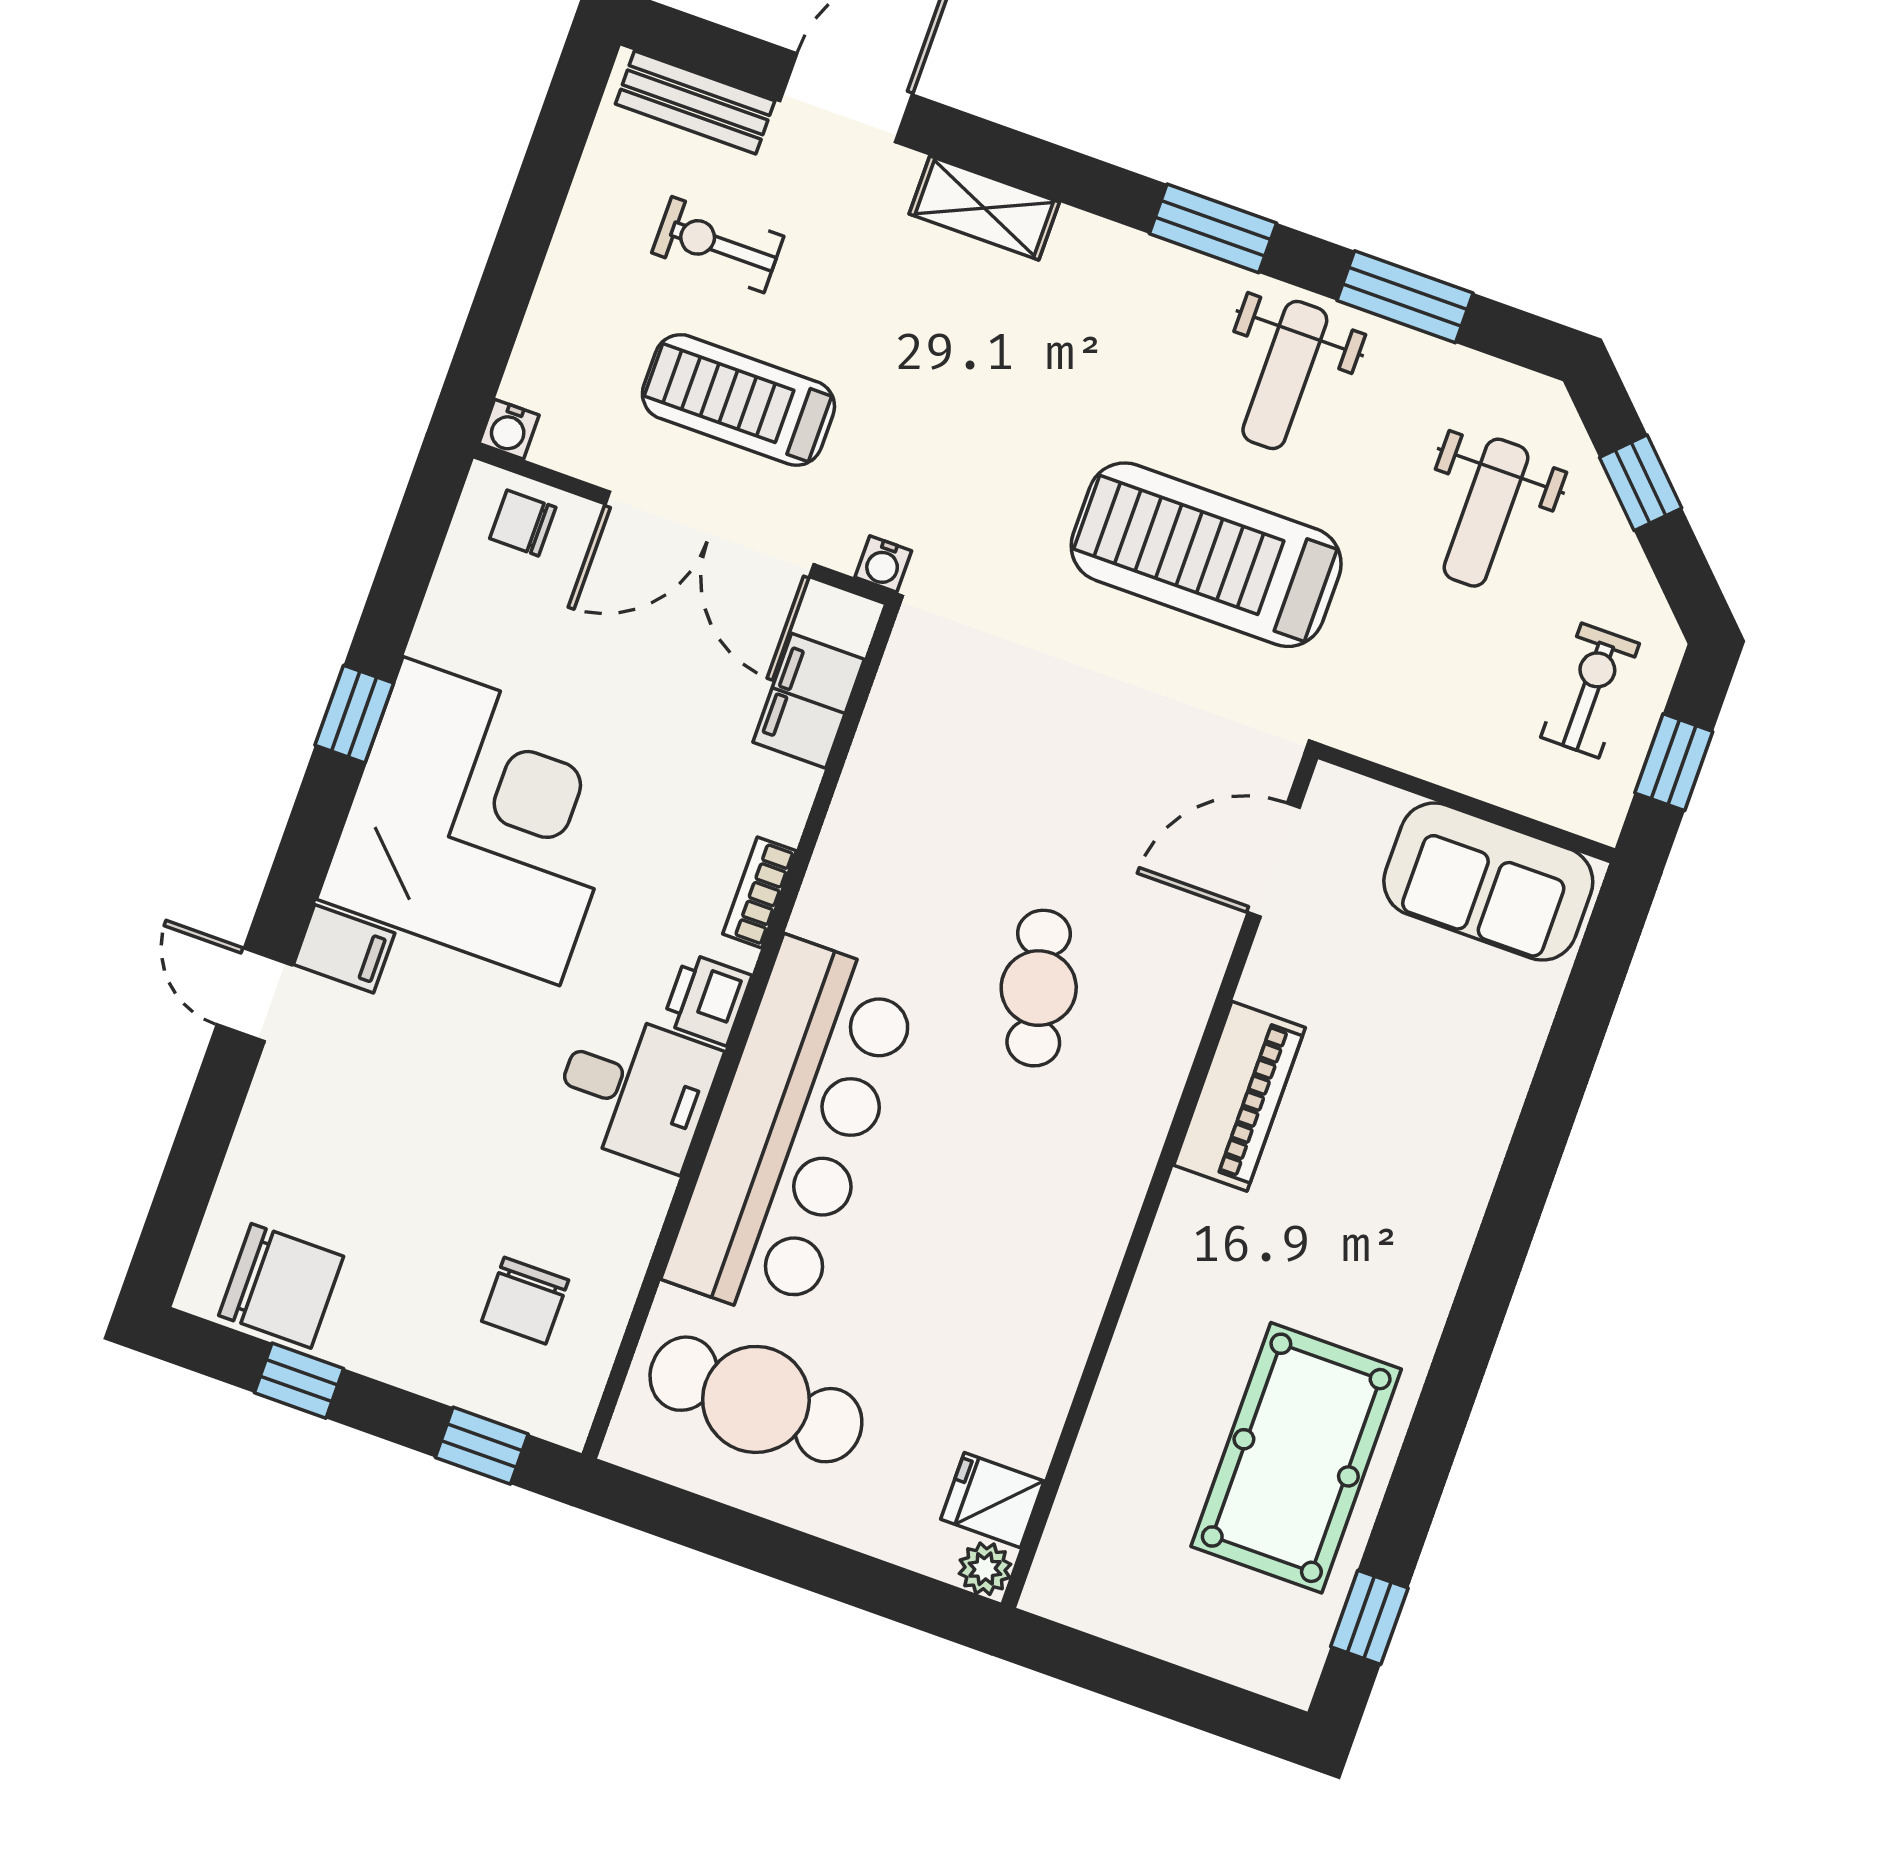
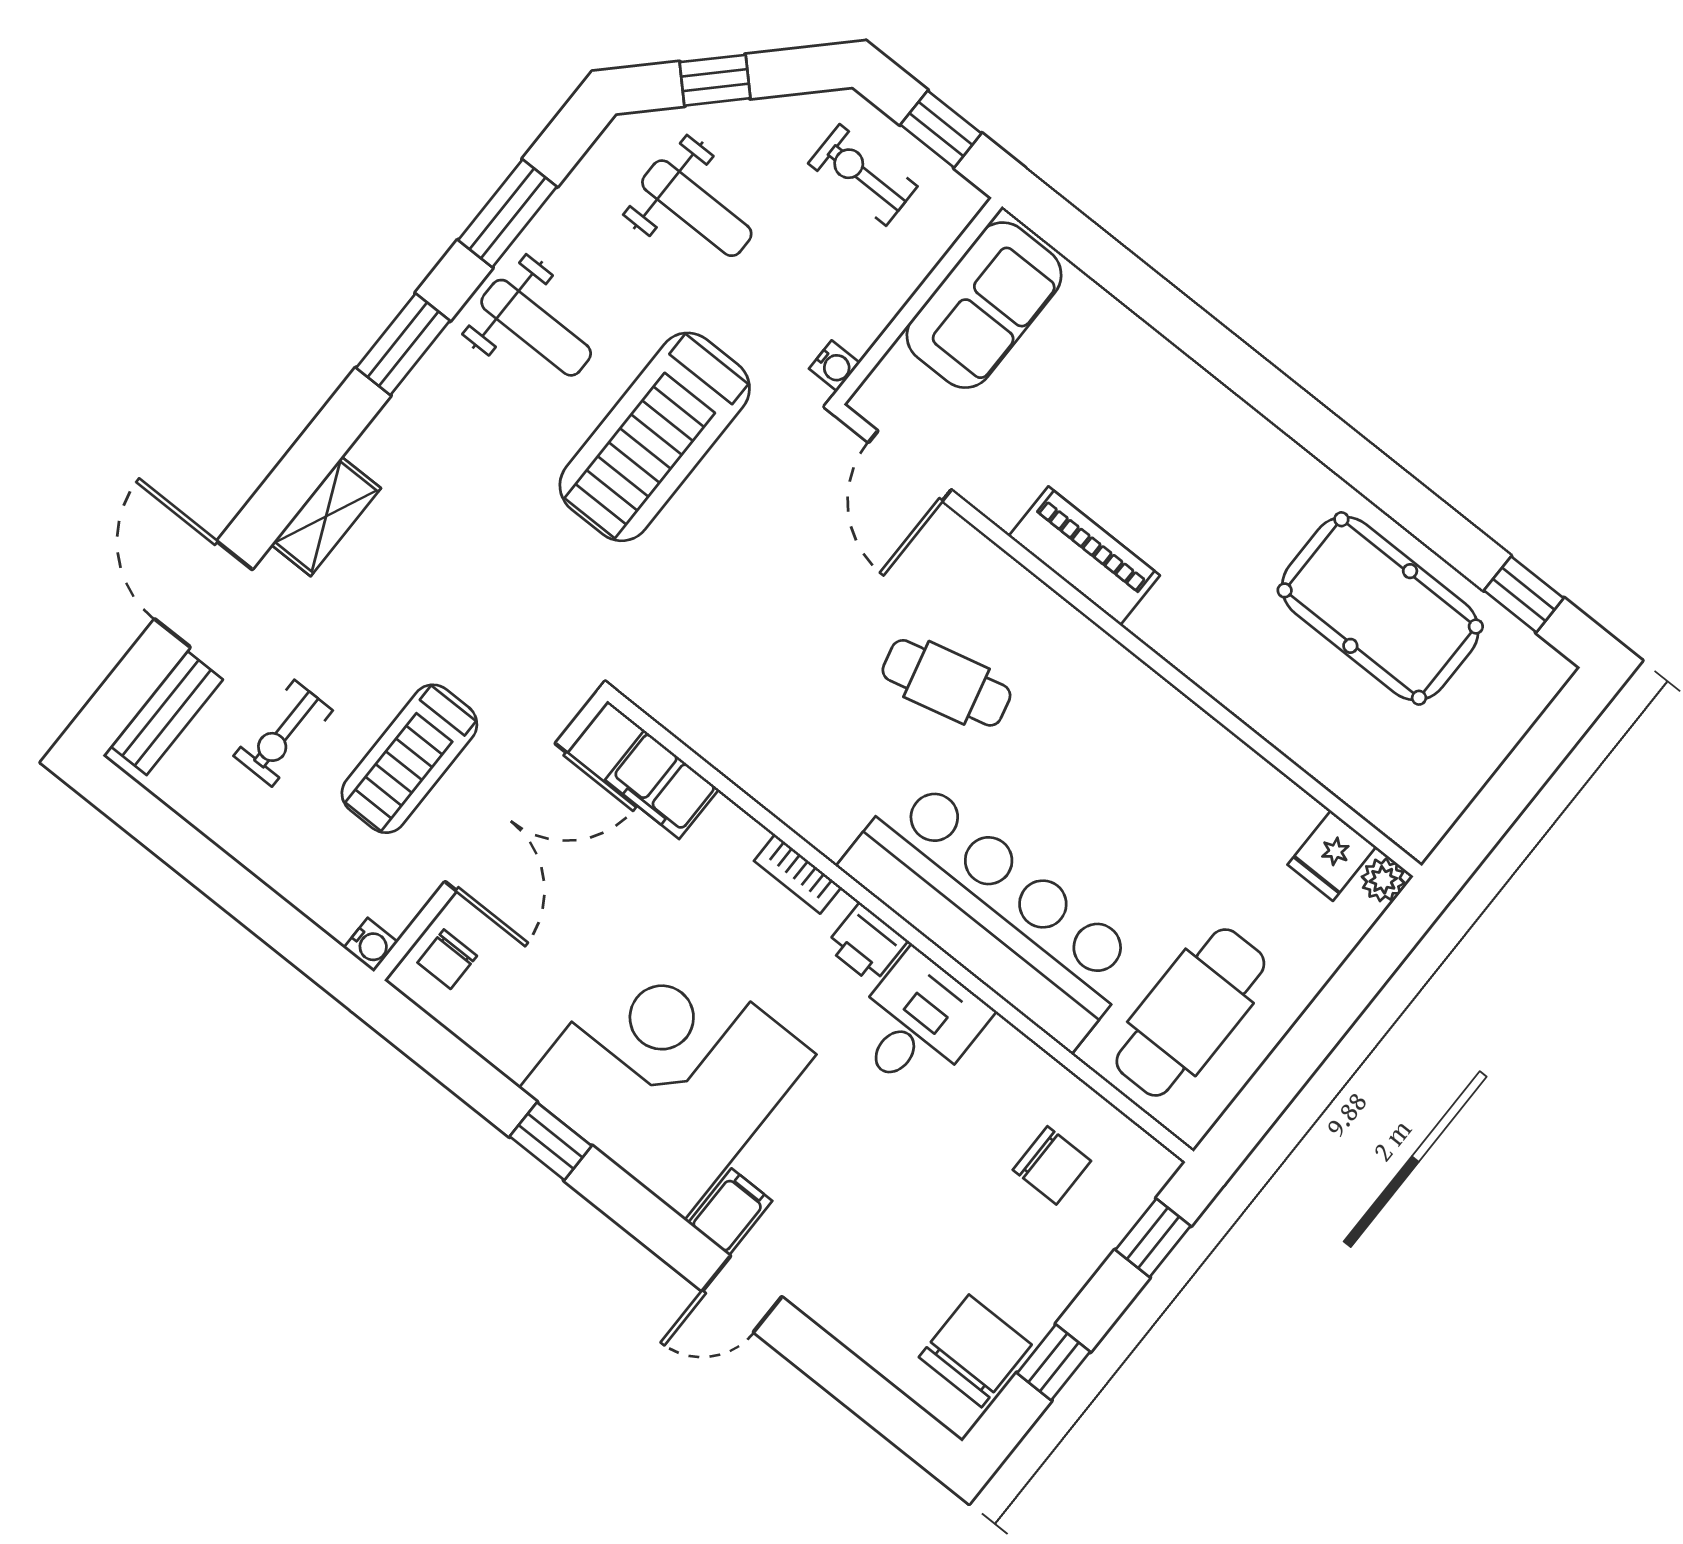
water cooler: (883, 564) -> (834, 366), moved

